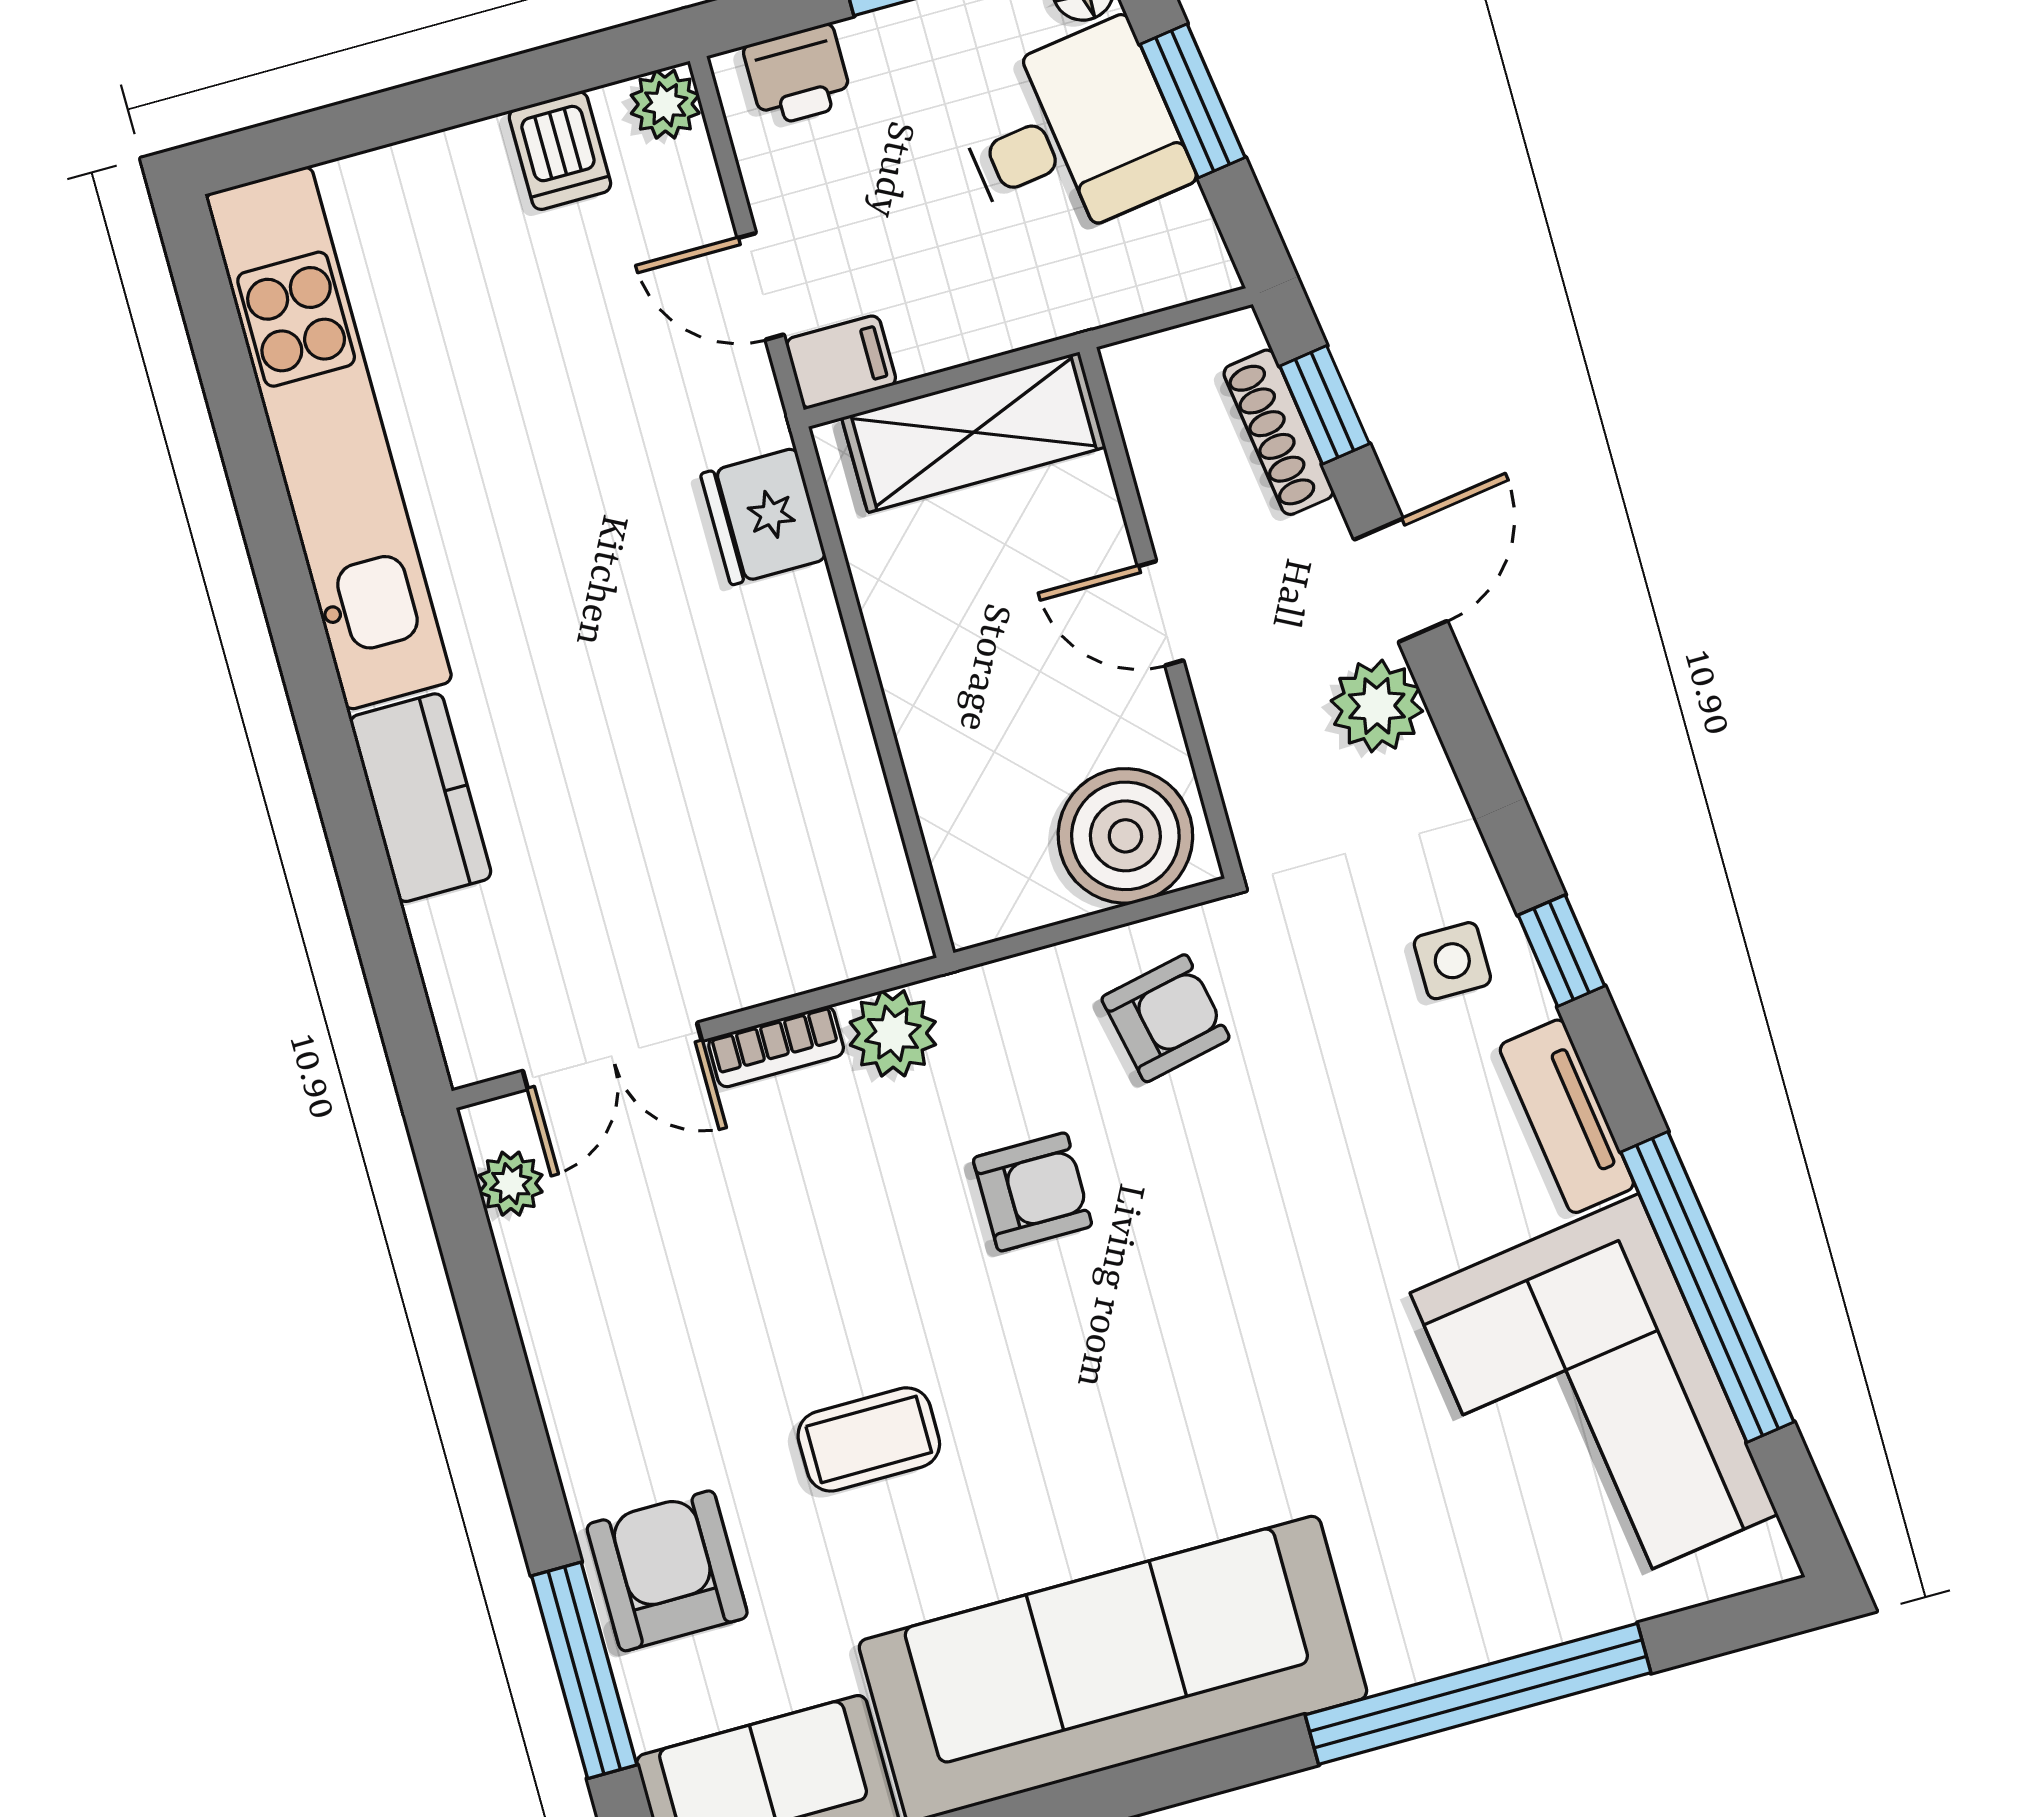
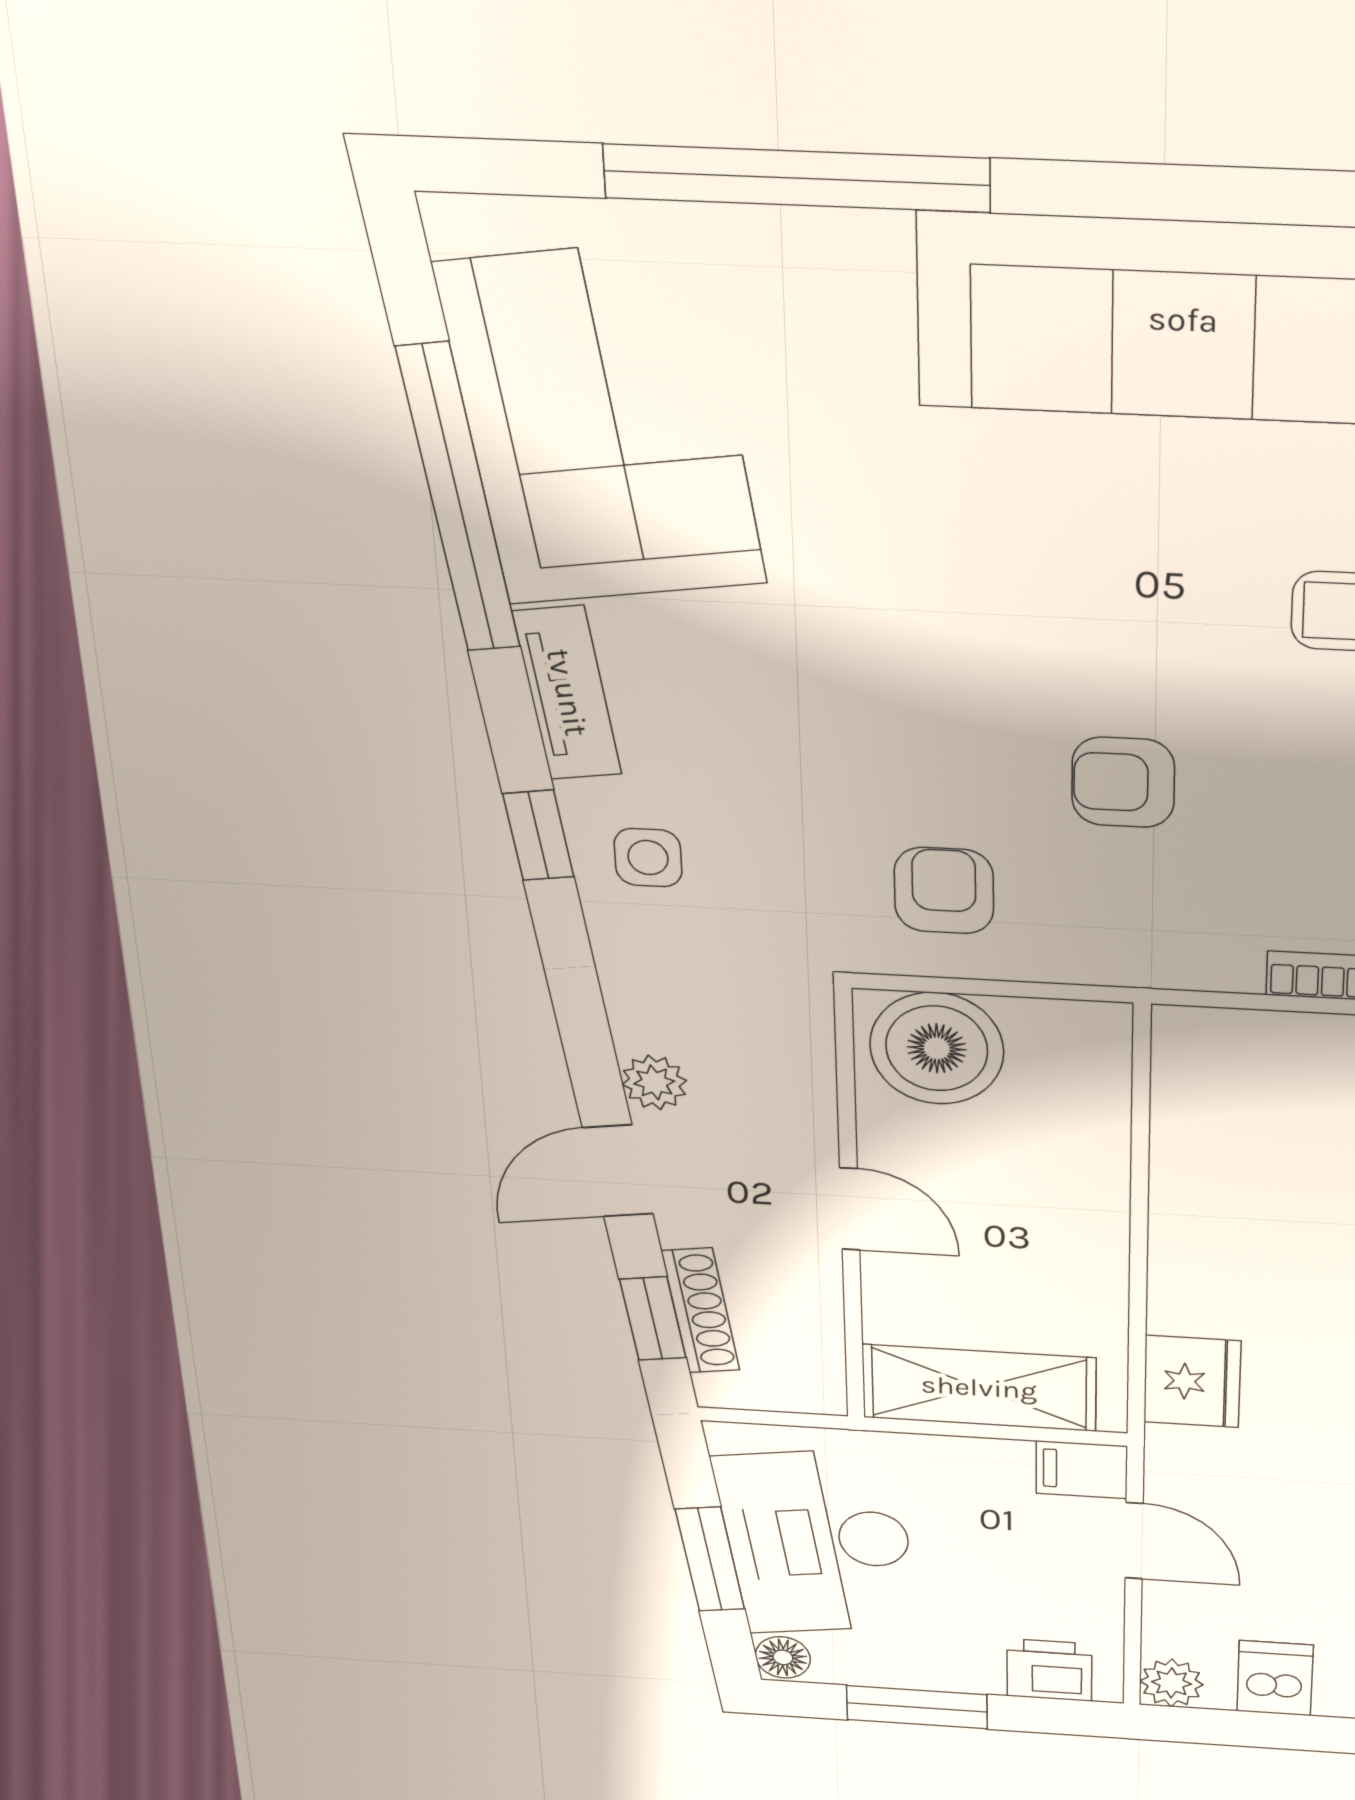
desk: (1072, 135) -> (818, 1542), width x1.37
plant: (1377, 706) -> (654, 1082), width x0.73, depth x0.73
armchair: (1166, 1018) -> (944, 891), turned 102
plant: (893, 1033) -> (1215, 954), removed

